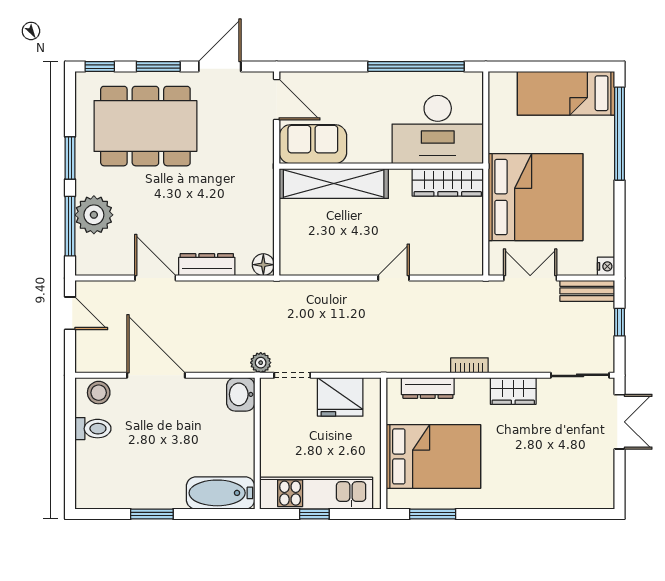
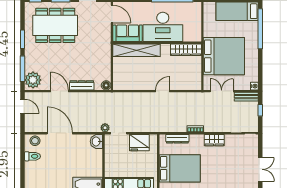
desk: (438, 130) -> (163, 27), moved
plant: (94, 215) -> (33, 80), moved
double door: (620, 422) -> (260, 169), moved

